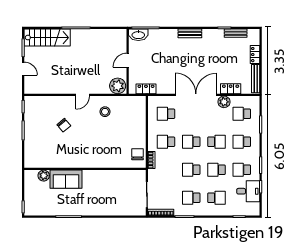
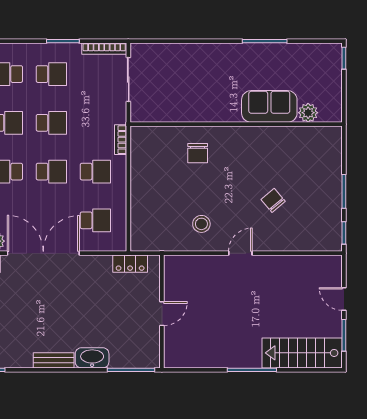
washbasin: (138, 35) -> (92, 358), moved
plant: (118, 86) -> (179, 269), removed
double door: (196, 95) -> (43, 253), swing flipped
chair: (138, 154) -> (198, 153), moved

